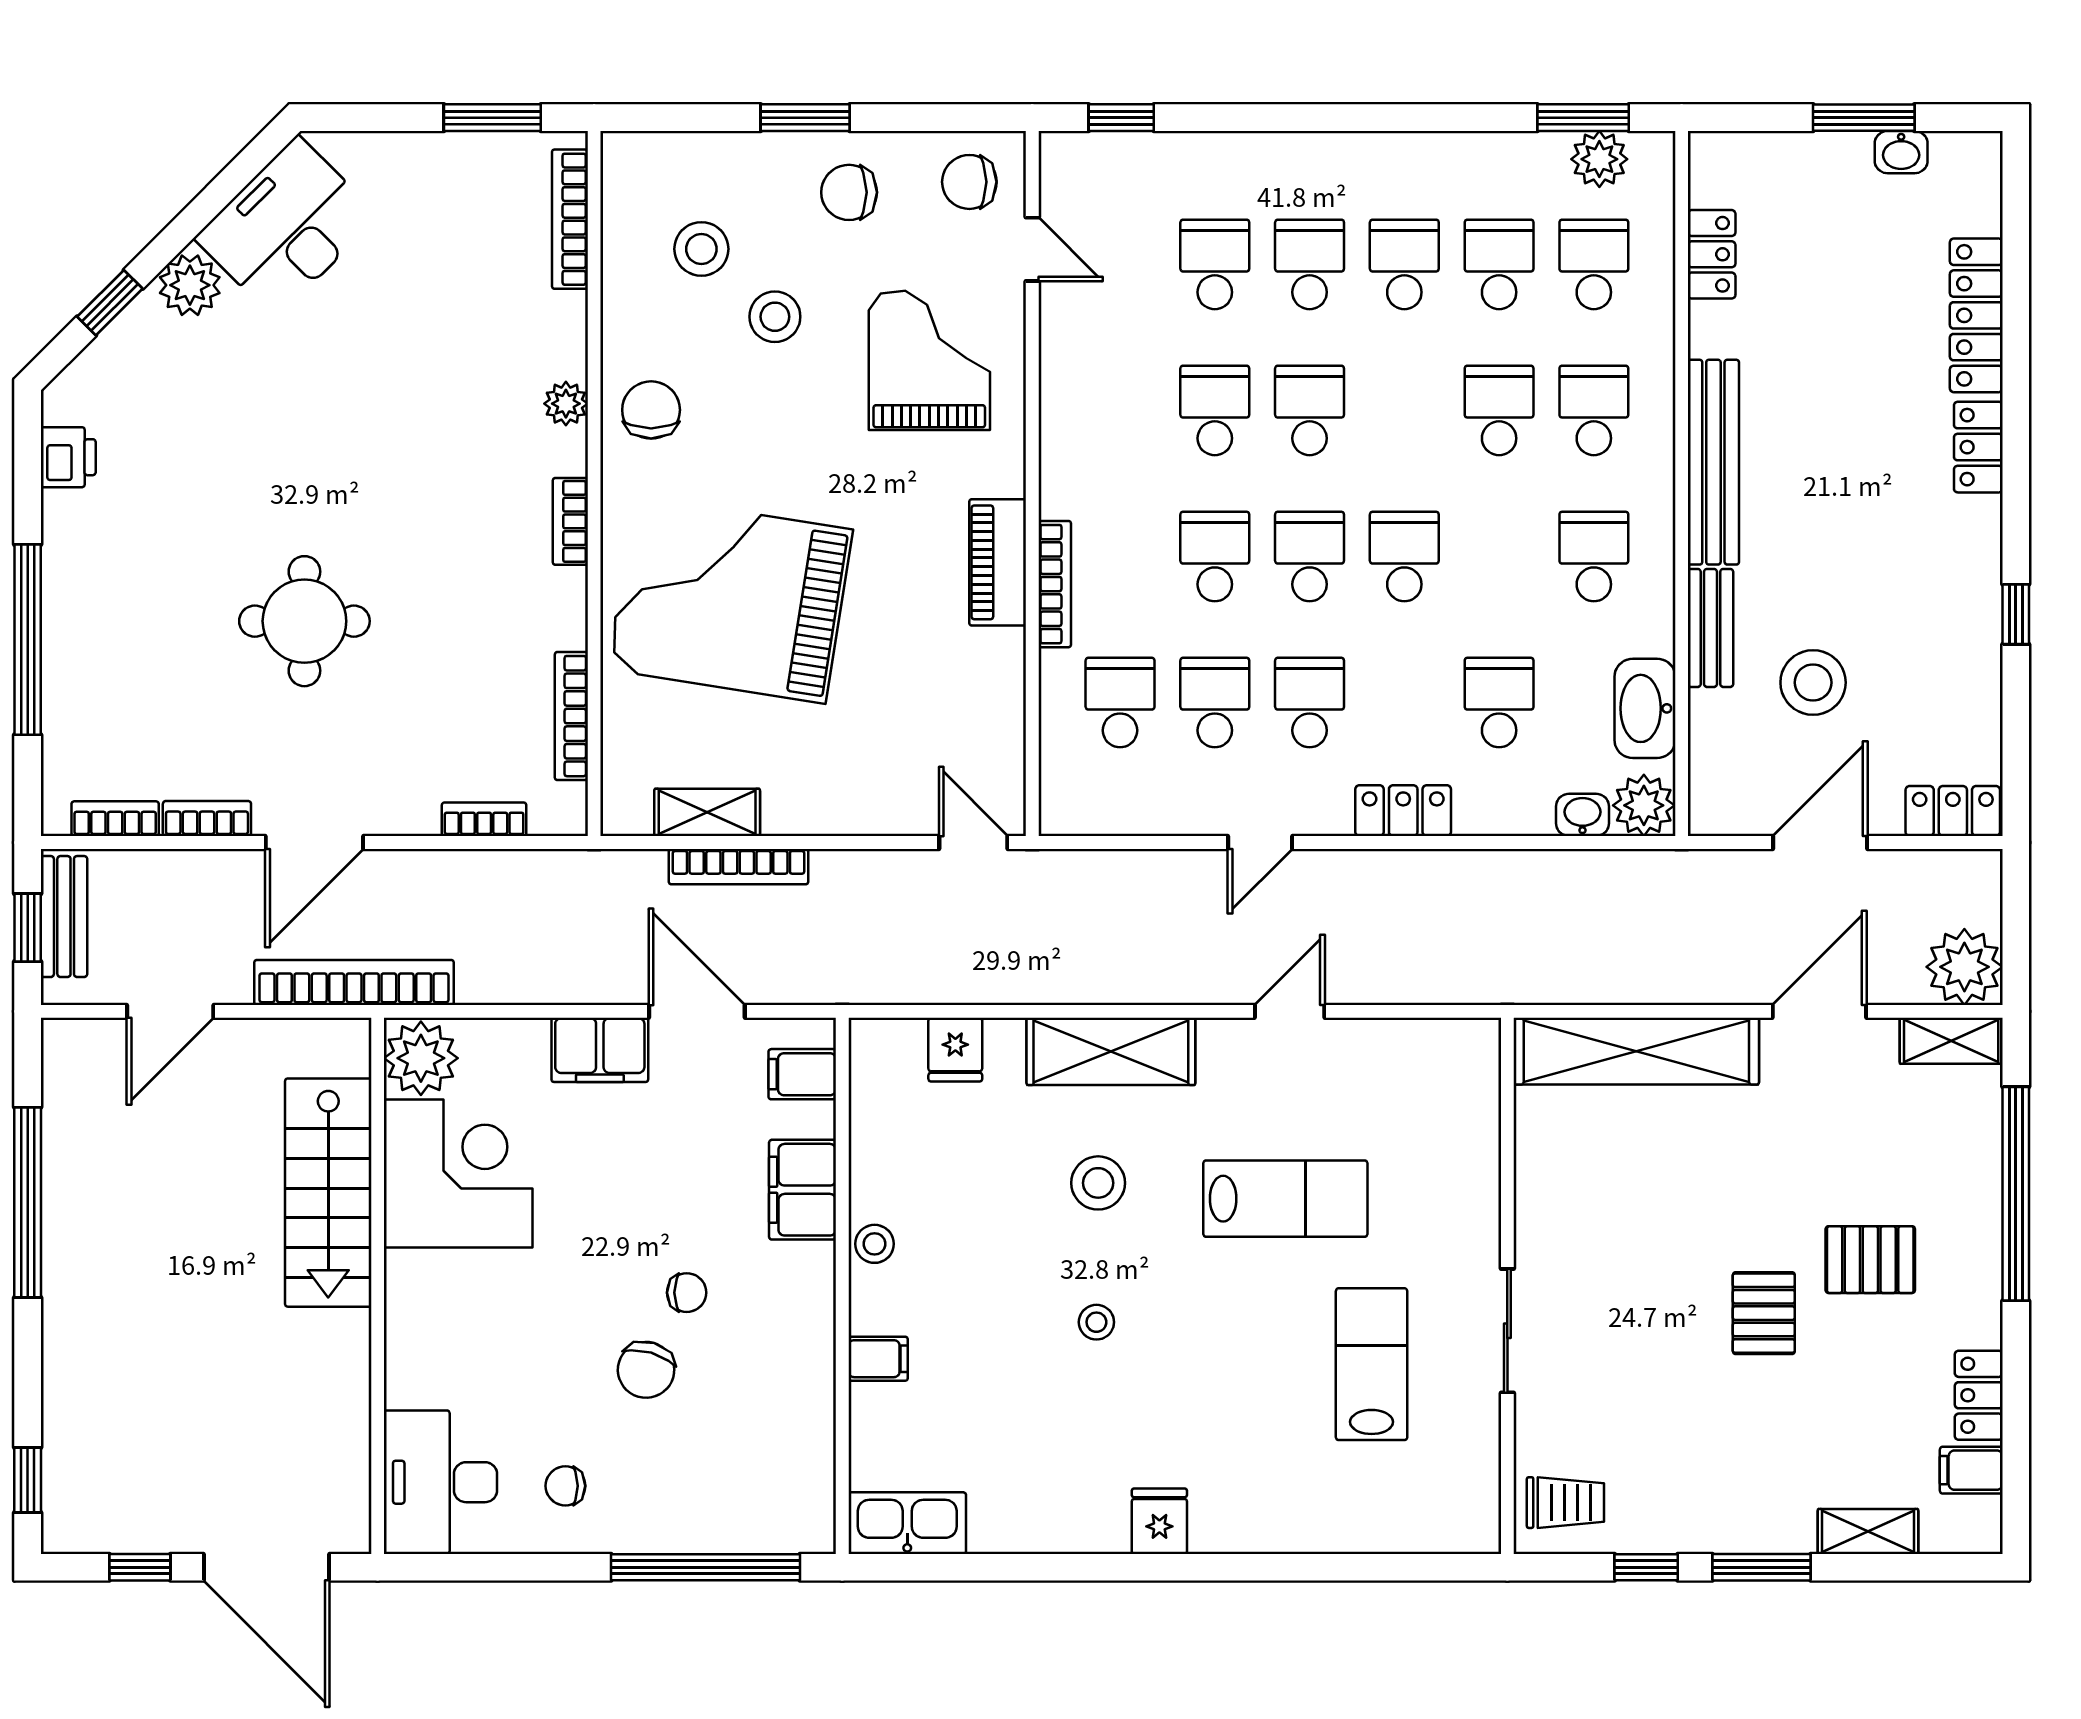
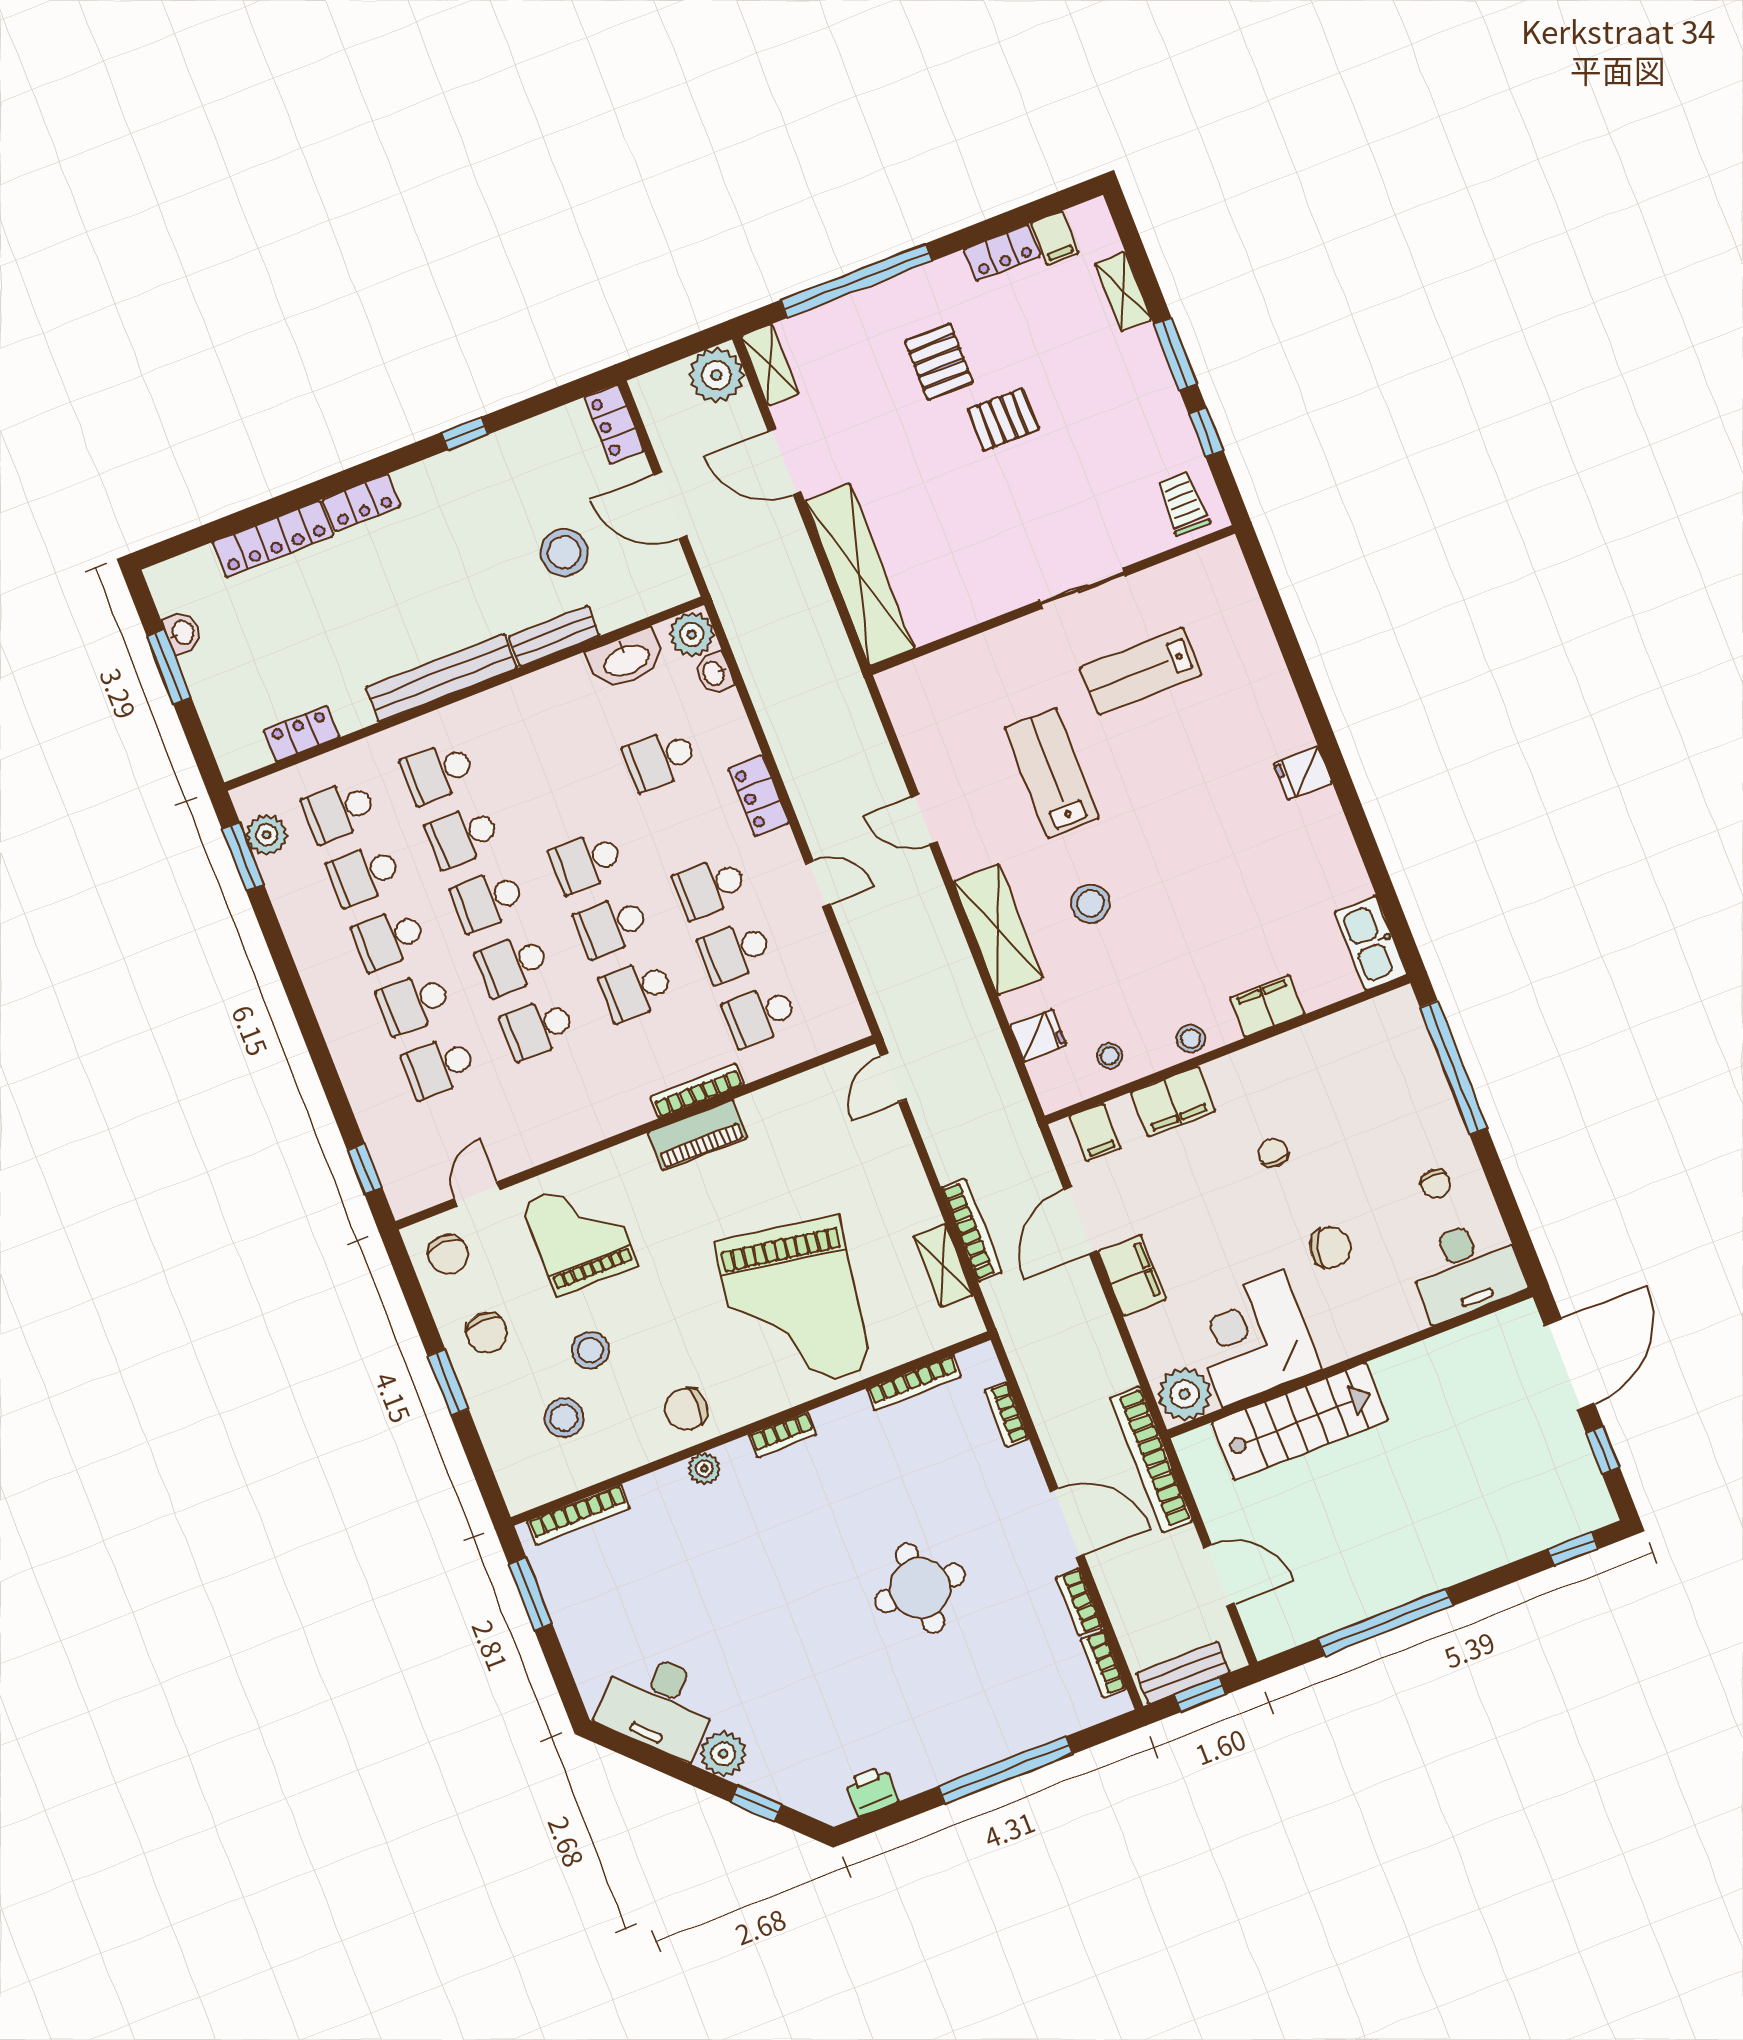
grand piano: (929, 360) -> (579, 1234), turned 90
school desk: (1594, 556) -> (488, 900), moved
stool: (1096, 1322) -> (1110, 1056), moved
filing cabinet: (878, 1359) -> (1267, 1006), width x2.00
chair: (646, 1370) -> (1330, 1247), moved

